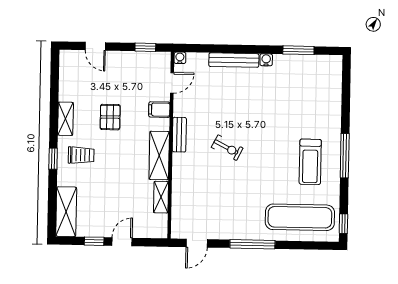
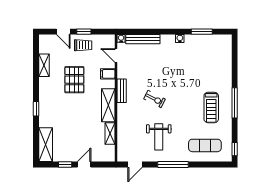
window: (145, 47) -> (84, 32), moved
bench: (234, 60) -> (143, 39), moved
door: (172, 83) -> (116, 56), swing flipped
pallet: (110, 117) -> (74, 80), width x1.50, depth x1.42
shelving: (65, 119) -> (44, 65), moved
trolley: (81, 155) -> (83, 45), moved
weight bench: (232, 203) -> (159, 137), added
exercise mat: (300, 217) -> (205, 145), width x0.73, depth x0.69

